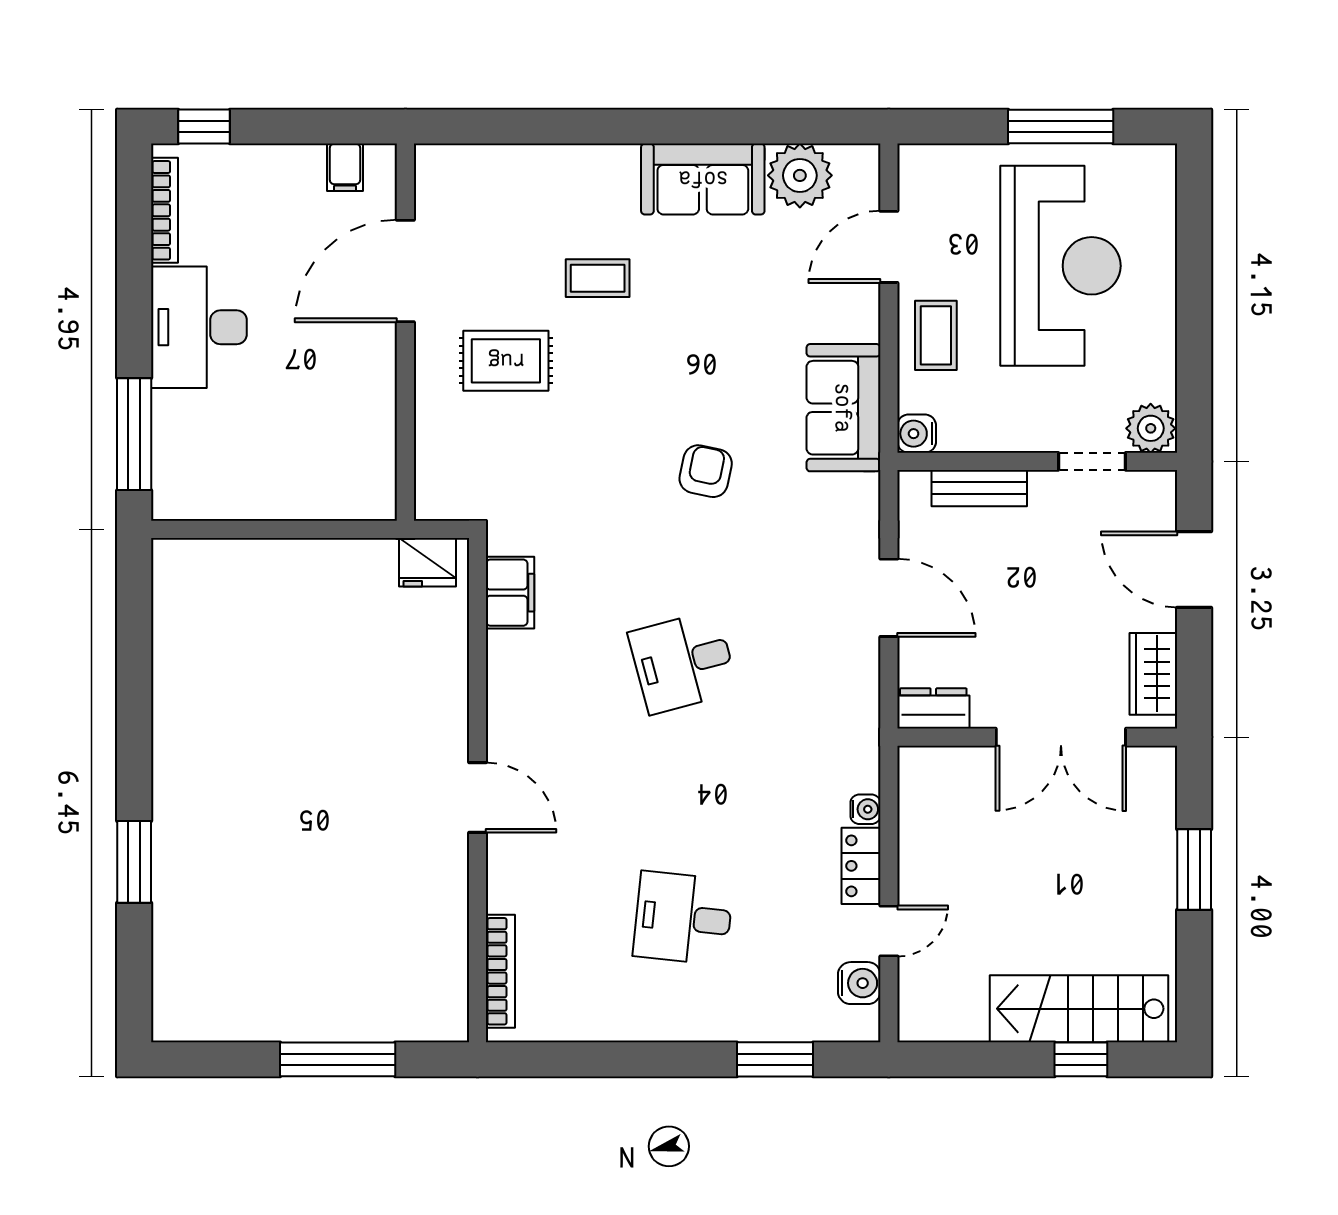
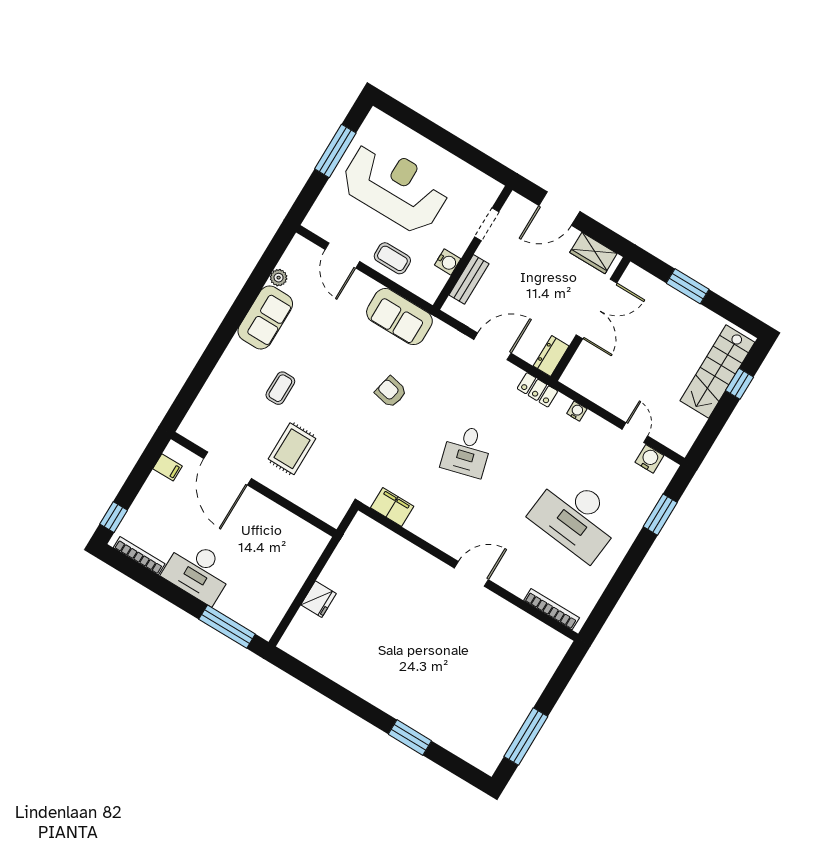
plant: (800, 175) -> (279, 278), width x0.53, depth x0.53
plant: (1151, 428) -> (488, 191), removed
water cooler: (917, 434) -> (448, 262), moved, turned -90
fridge: (428, 562) -> (319, 599), moved
locker: (861, 866) -> (537, 390), moved
desk: (683, 918) -> (576, 517), width x1.87, depth x1.30
window: (338, 1059) -> (526, 736), moved

